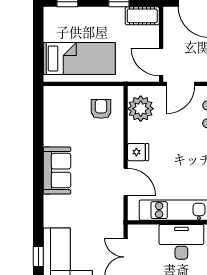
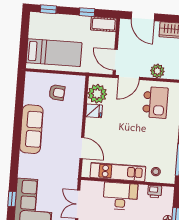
armchair: (101, 109) -> (57, 93), moved, turned 95
fridge: (138, 152) -> (94, 111), moved
sofa: (57, 171) -> (31, 129), width x1.36

